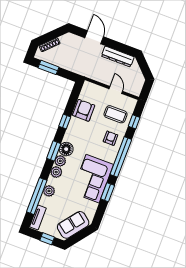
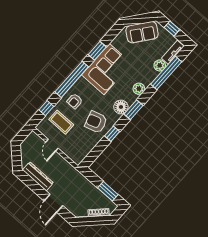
armchair: (84, 110) -> (96, 122), moved, turned 73
plant: (60, 161) -> (131, 98), removed
plant: (49, 191) -> (160, 65), moved

